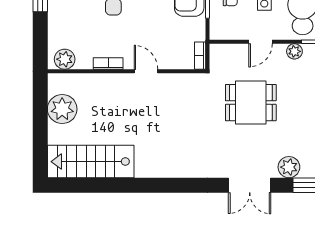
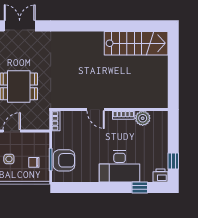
plant: (65, 59) -> (143, 118), moved
plant: (62, 109) -> (157, 82), removed

